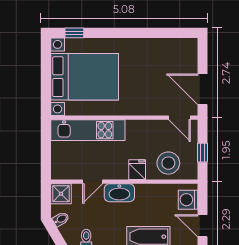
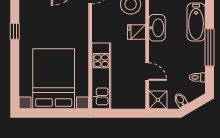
window: (74, 33) -> (15, 31), moved
washbasin: (119, 193) -> (157, 28), moved

